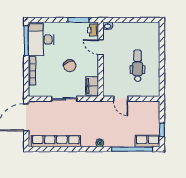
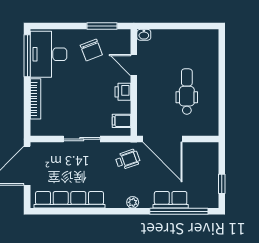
printer: (93, 30) -> (123, 92), moved
chair: (70, 66) -> (91, 50), moved
filing cabinet: (92, 86) -> (122, 121), width x0.50
door: (121, 99) -> (163, 139), width x1.88
wheelchair: (96, 113) -> (128, 159), added
row of seats: (147, 141) -> (171, 200), moved

